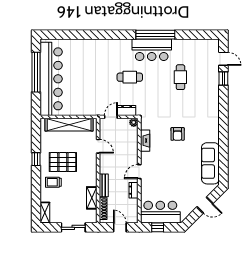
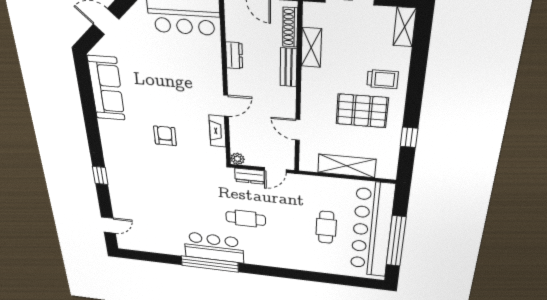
door: (223, 59) -> (109, 225), swing flipped
cafe table: (180, 77) -> (326, 227), moved
window: (223, 78) -> (100, 176), moved
shelving: (69, 125) -> (347, 166), width x0.68
window: (36, 159) -> (409, 137), moved
door: (139, 172) -> (226, 106), moved

